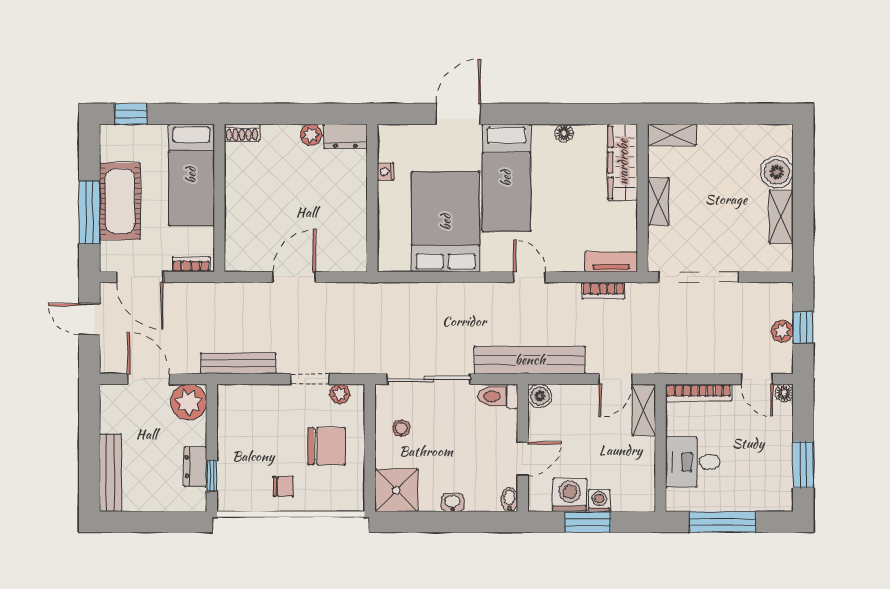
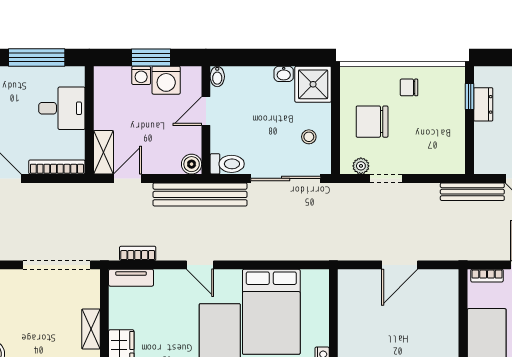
bench: (238, 363) -> (472, 192), moved
plant: (189, 402) -> (489, 159), removed
washbasin: (453, 503) -> (284, 74), moved

